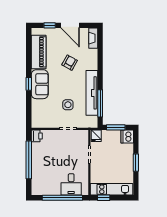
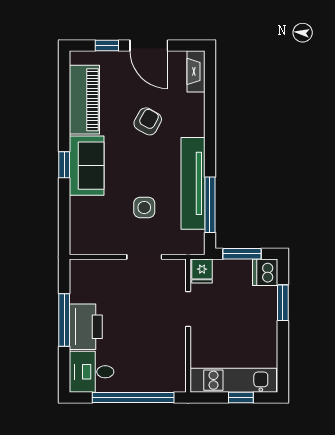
printer: (37, 136) -> (86, 327), moved, width x1.87, depth x1.48
window: (29, 160) -> (64, 320), width x0.68
window: (136, 163) -> (283, 303), moved
desk: (71, 184) -> (92, 372), moved, turned 90
window: (104, 198) -> (241, 398), moved

